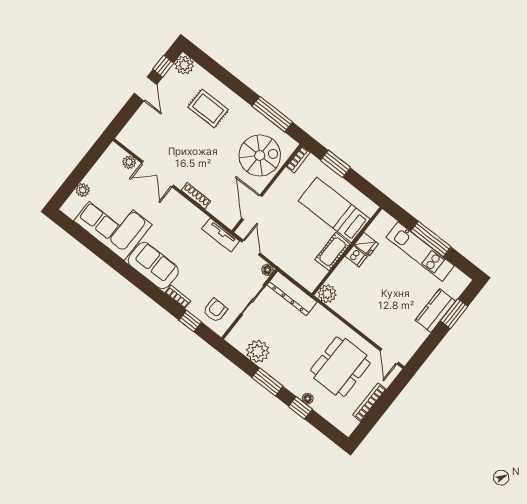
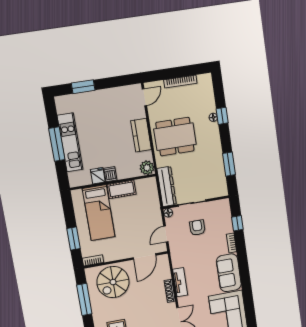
spiral stairs: (260, 155) -> (113, 282), turned -90
tv unit: (221, 235) -> (180, 282), moved
armchair: (215, 310) -> (197, 228), moved, turned 90
kitchen counter: (435, 311) -> (141, 135), moved, turned 90
plant: (258, 351) -> (216, 171), removed
dining table: (340, 367) -> (175, 137), moved
window: (268, 382) -> (229, 164), moved

